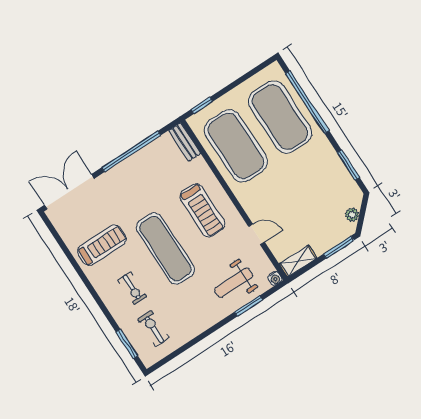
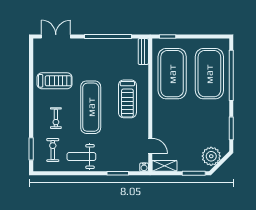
double door: (69, 192) -> (56, 37), width x0.73
plant: (352, 215) -> (211, 156), width x1.88, depth x1.88
door: (257, 234) -> (150, 146), moved
weight bench: (234, 283) -> (81, 157), moved

